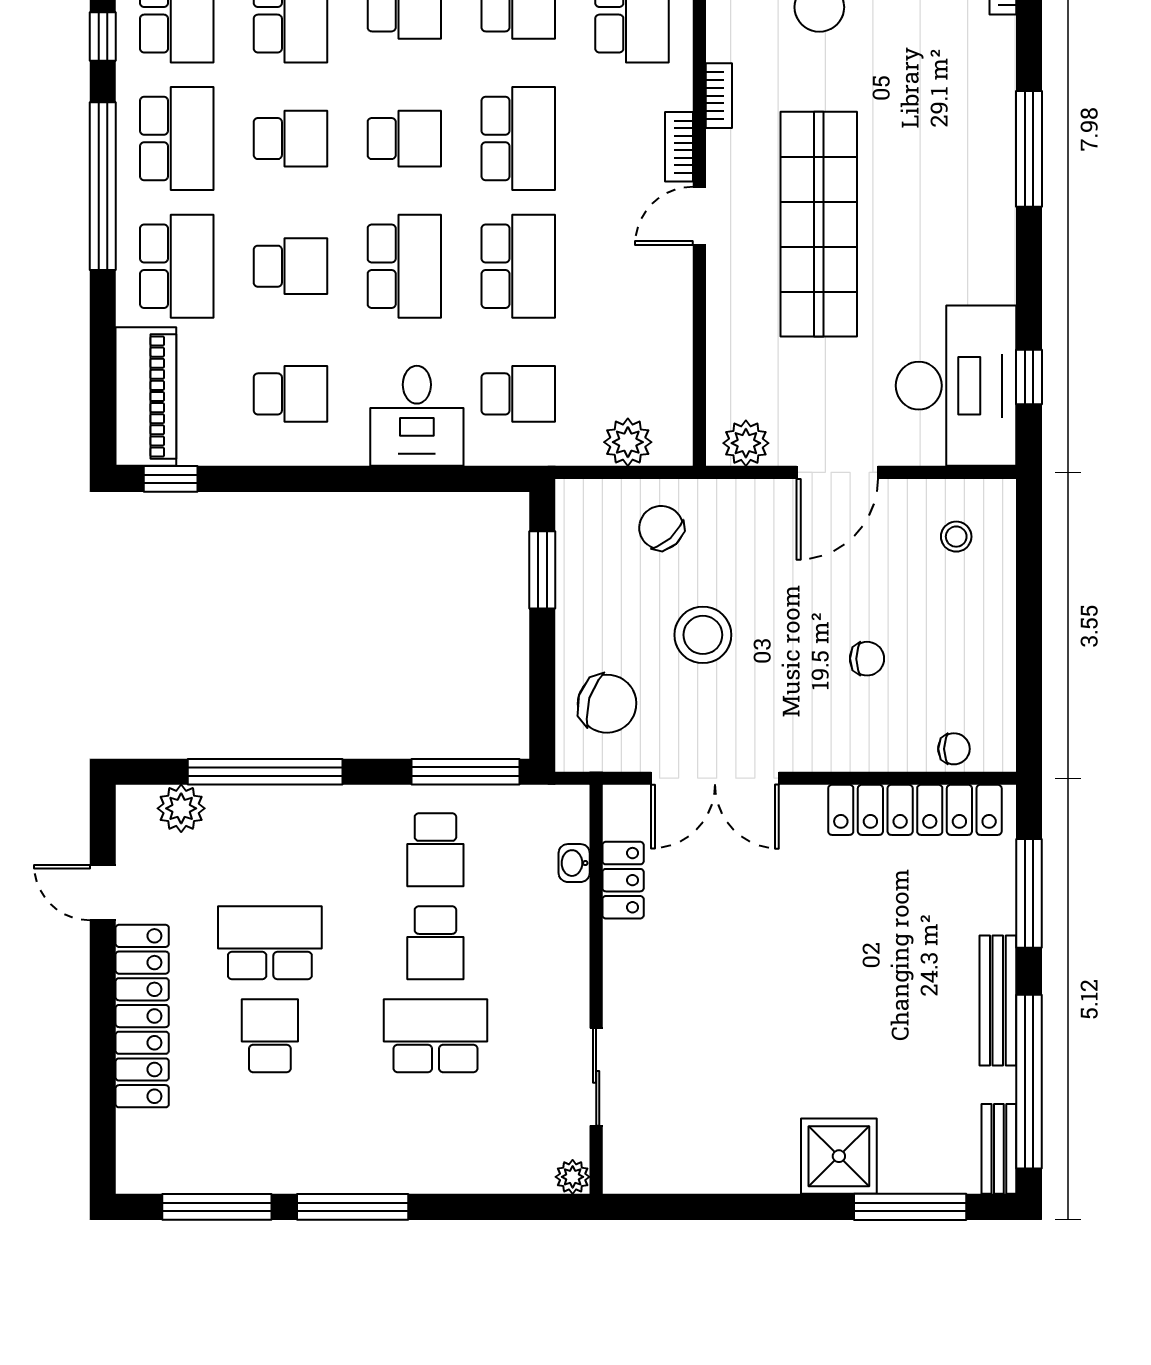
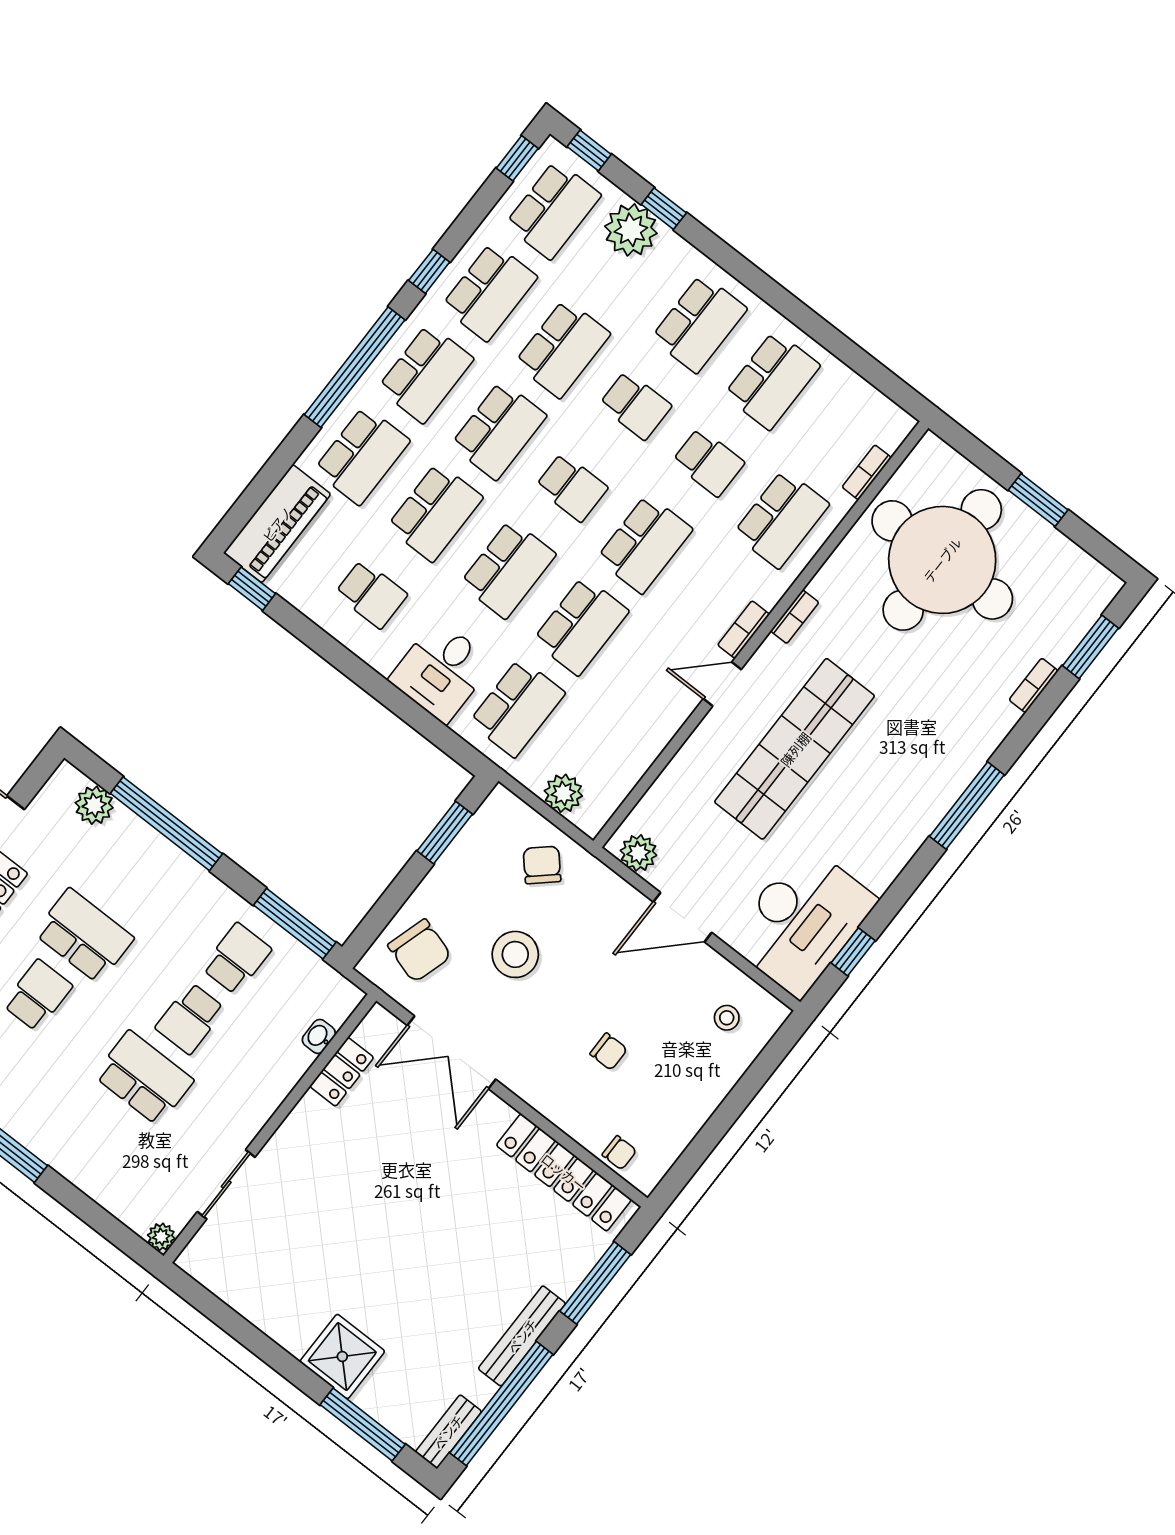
school desk: (291, 139) -> (499, 430), width x1.85
school desk: (291, 266) -> (435, 512), width x1.85
school desk: (518, 394) -> (517, 708), width x1.85
school desk: (435, 850) -> (237, 959), turned 180

